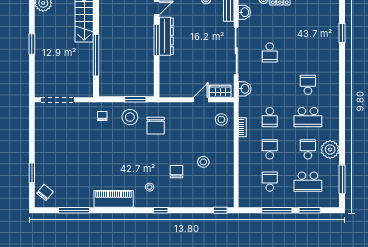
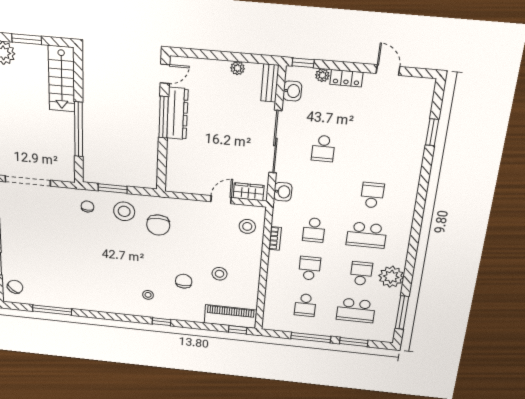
window: (135, 99) -> (113, 188), moved
school desk: (270, 182) -> (305, 305), turned 180
piano: (114, 199) -> (230, 316), moved

